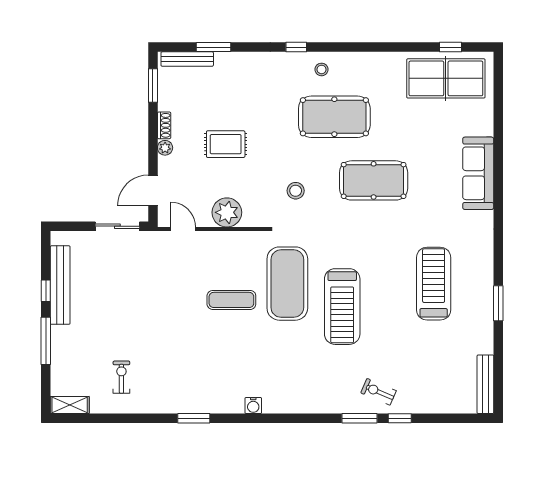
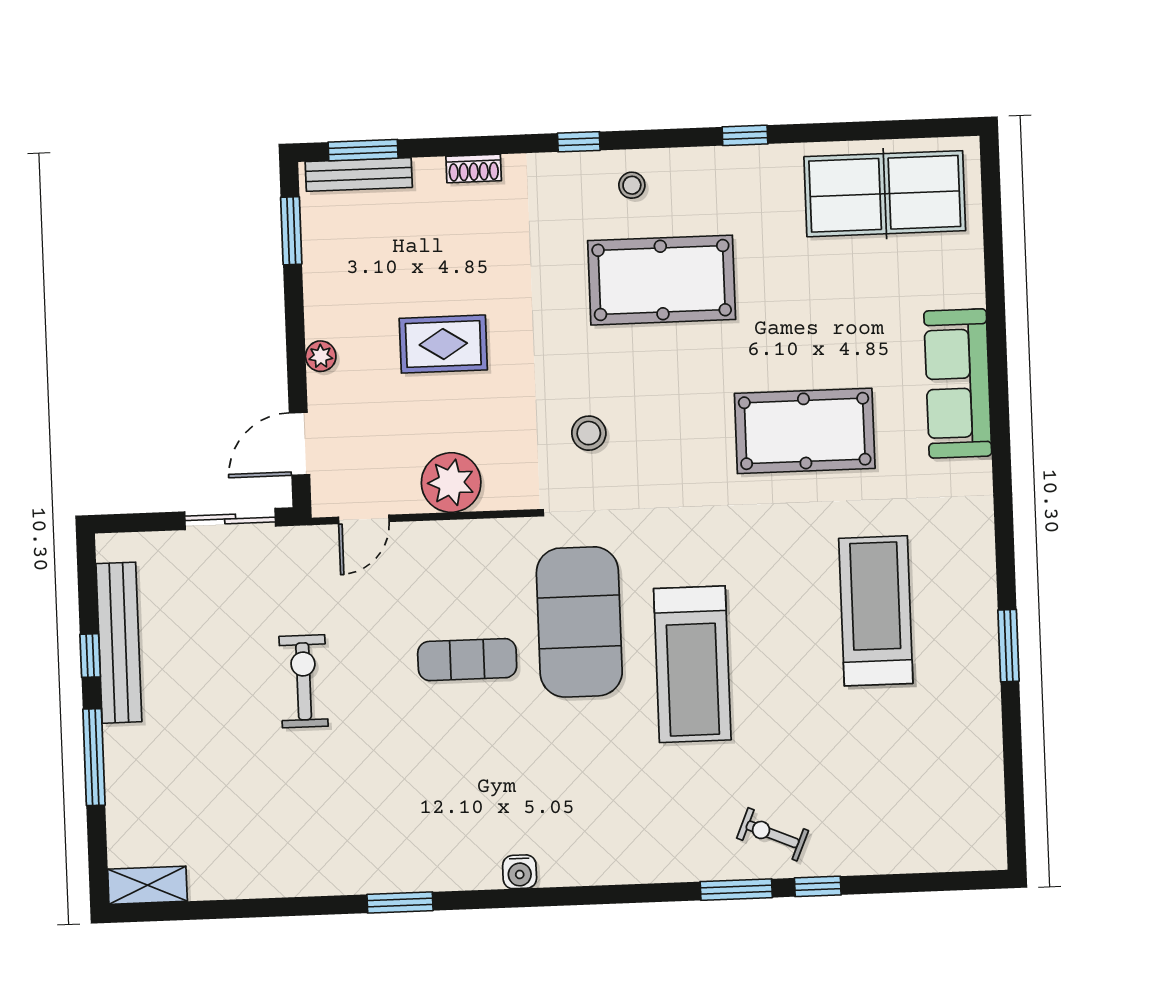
window: (213, 47) -> (363, 150), moved
window: (451, 47) -> (745, 135), moved
shoe rack: (164, 125) -> (474, 168), moved, turned 90
pool table: (374, 180) -> (805, 431), moved
door: (183, 229) -> (364, 519), swing flipped
exercise bike: (121, 377) -> (304, 681), moved, width x1.38, depth x1.39
bench: (485, 384) -> (989, 811), removed

